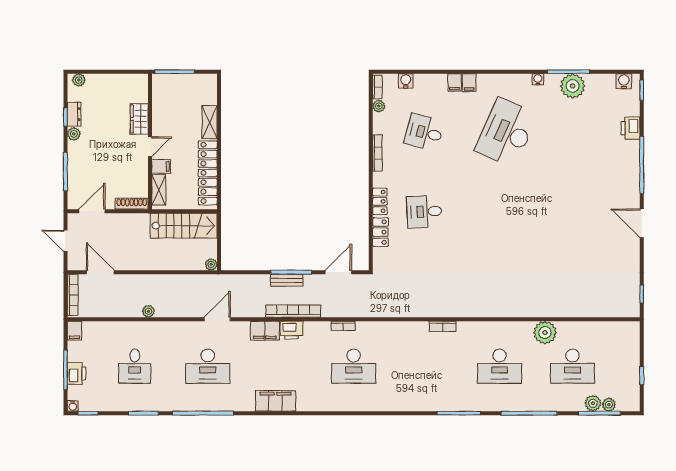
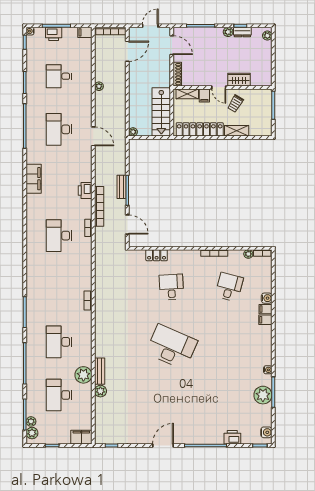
water cooler: (406, 81) -> (267, 298), moved
trolley: (172, 124) -> (235, 104), added
desk: (506, 132) -> (171, 347), moved
locker: (380, 201) -> (179, 255), removed
plant: (567, 309) -> (100, 391), added
bench: (540, 310) -> (100, 371), added
bookcase: (293, 311) -> (99, 206), moved
filing cabinet: (265, 331) -> (81, 437), moved, turned 90
plant: (593, 403) -> (32, 433), moved

